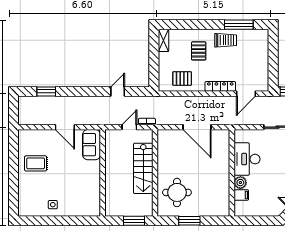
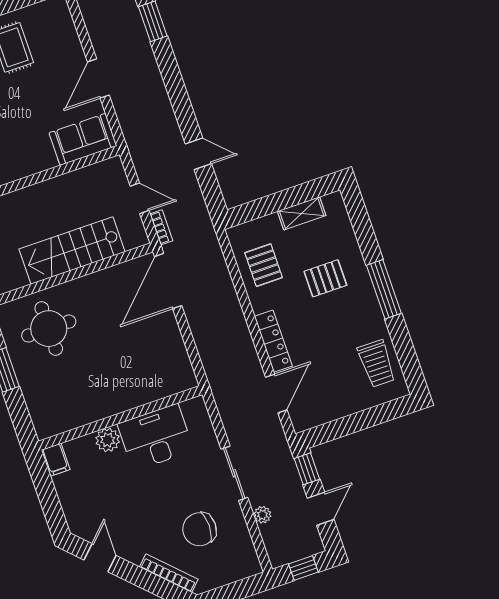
window: (239, 25) -> (384, 289), moved
shelving: (163, 40) -> (302, 213), moved
trolley: (226, 40) -> (377, 364), moved
door: (246, 94) -> (276, 393), swing flipped
door: (197, 127) -> (168, 281), moved
filing cabinet: (241, 195) -> (56, 460), moved

